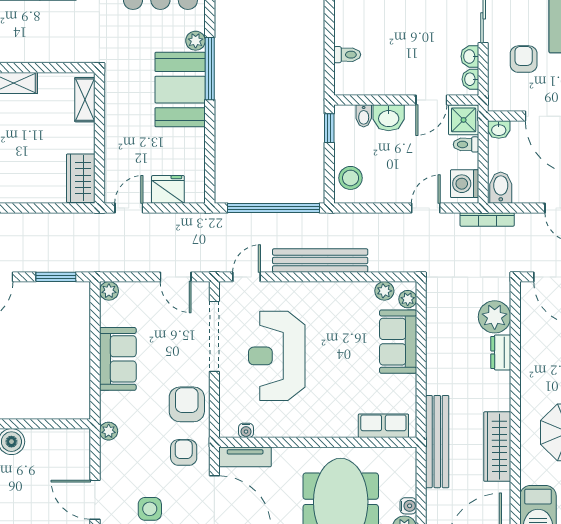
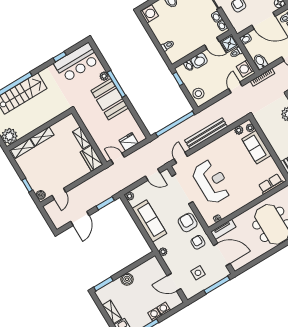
shelving: (85, 100) -> (82, 138), moved
door: (431, 100) -> (212, 43), hinge flipped
door: (129, 208) -> (118, 158), hinge flipped
reception desk: (277, 356) -> (212, 182), turned 180
sofa: (118, 359) -> (149, 221), width x1.36

